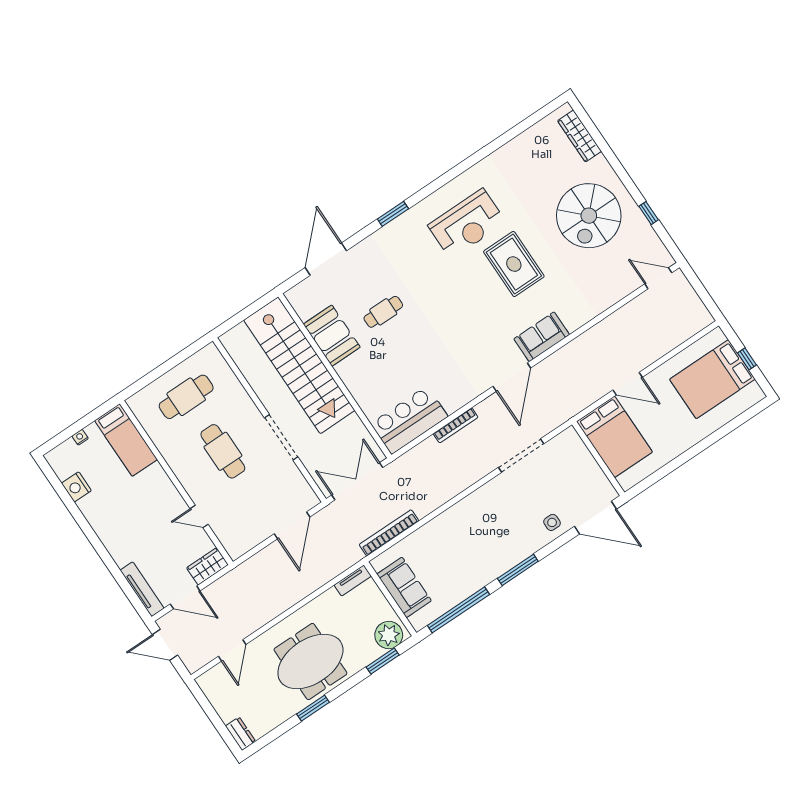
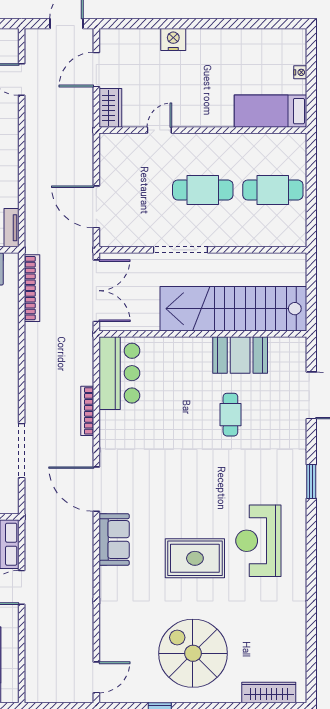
cafe table: (186, 397) -> (273, 190), turned 90
nightstand: (76, 487) -> (173, 39), moved
tv unit: (142, 589) -> (129, 37), removed

